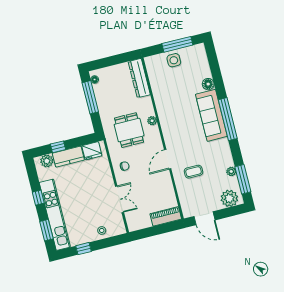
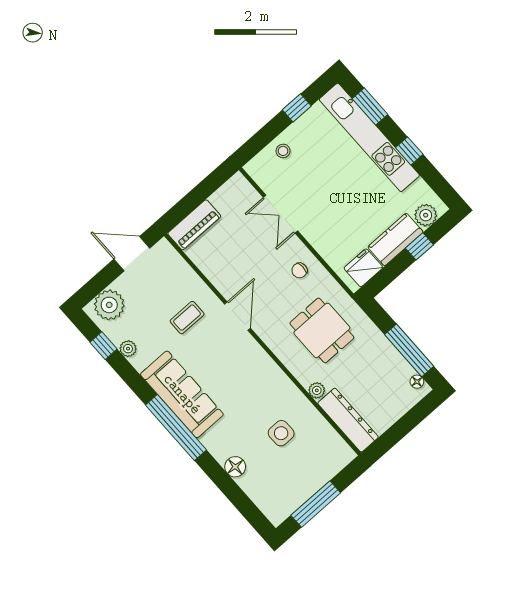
side table: (174, 60) -> (281, 433), moved
sofa: (211, 115) -> (182, 394), moved
plant: (152, 121) -> (317, 390), moved
window: (243, 179) -> (103, 346), width x0.46

